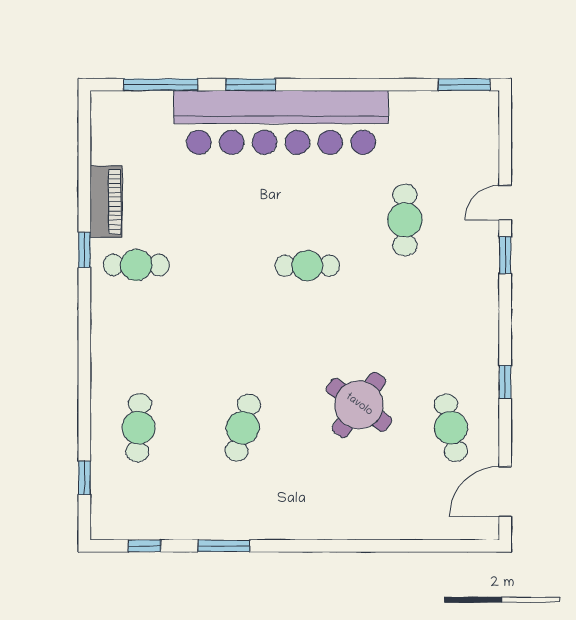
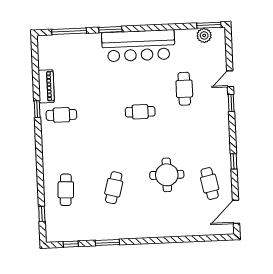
plant: (453, 106) -> (204, 35), added
bar counter: (281, 122) -> (138, 46), width x0.73
round table: (359, 405) -> (167, 175), turned -36

